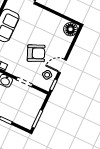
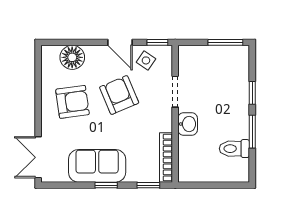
armchair: (44, 28) -> (72, 102), added
floor lamp: (70, 29) -> (72, 57), moved

